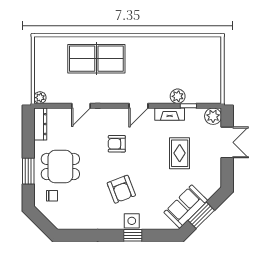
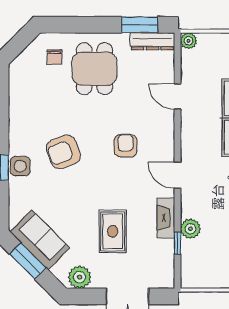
plant: (213, 116) -> (80, 277), moved
rug: (180, 153) -> (113, 231), turned 90
window: (28, 171) -> (140, 25), moved

